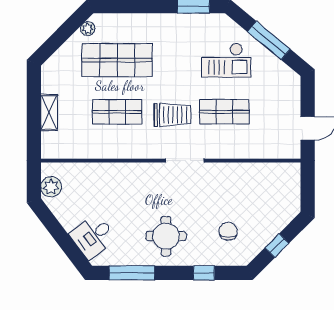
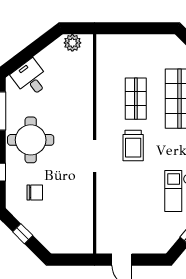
shelving: (49, 112) -> (135, 41), removed
shop shelf: (224, 112) -> (136, 189), removed
round table: (166, 236) -> (31, 140), width x1.36, depth x1.36

